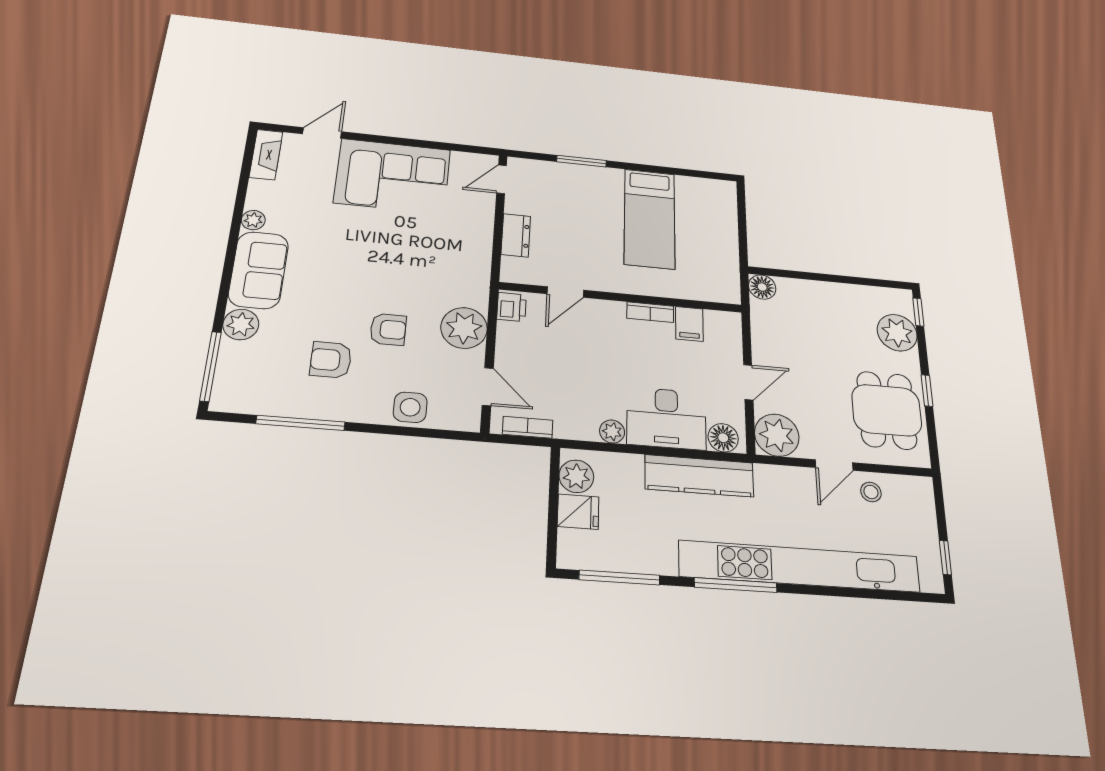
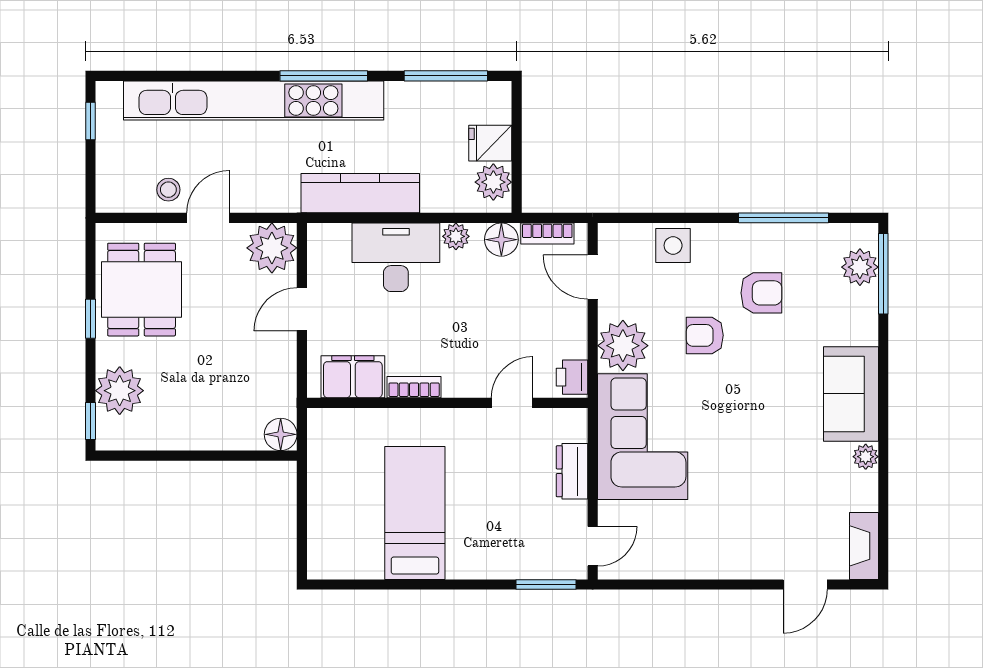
window: (582, 161) -> (546, 585), moved
corner sofa: (393, 176) -> (643, 437), moved, turned 90
plant: (241, 324) -> (860, 267), moved
filing cabinet: (689, 324) -> (353, 377), width x2.00
floor lamp: (723, 438) -> (501, 240), moved

